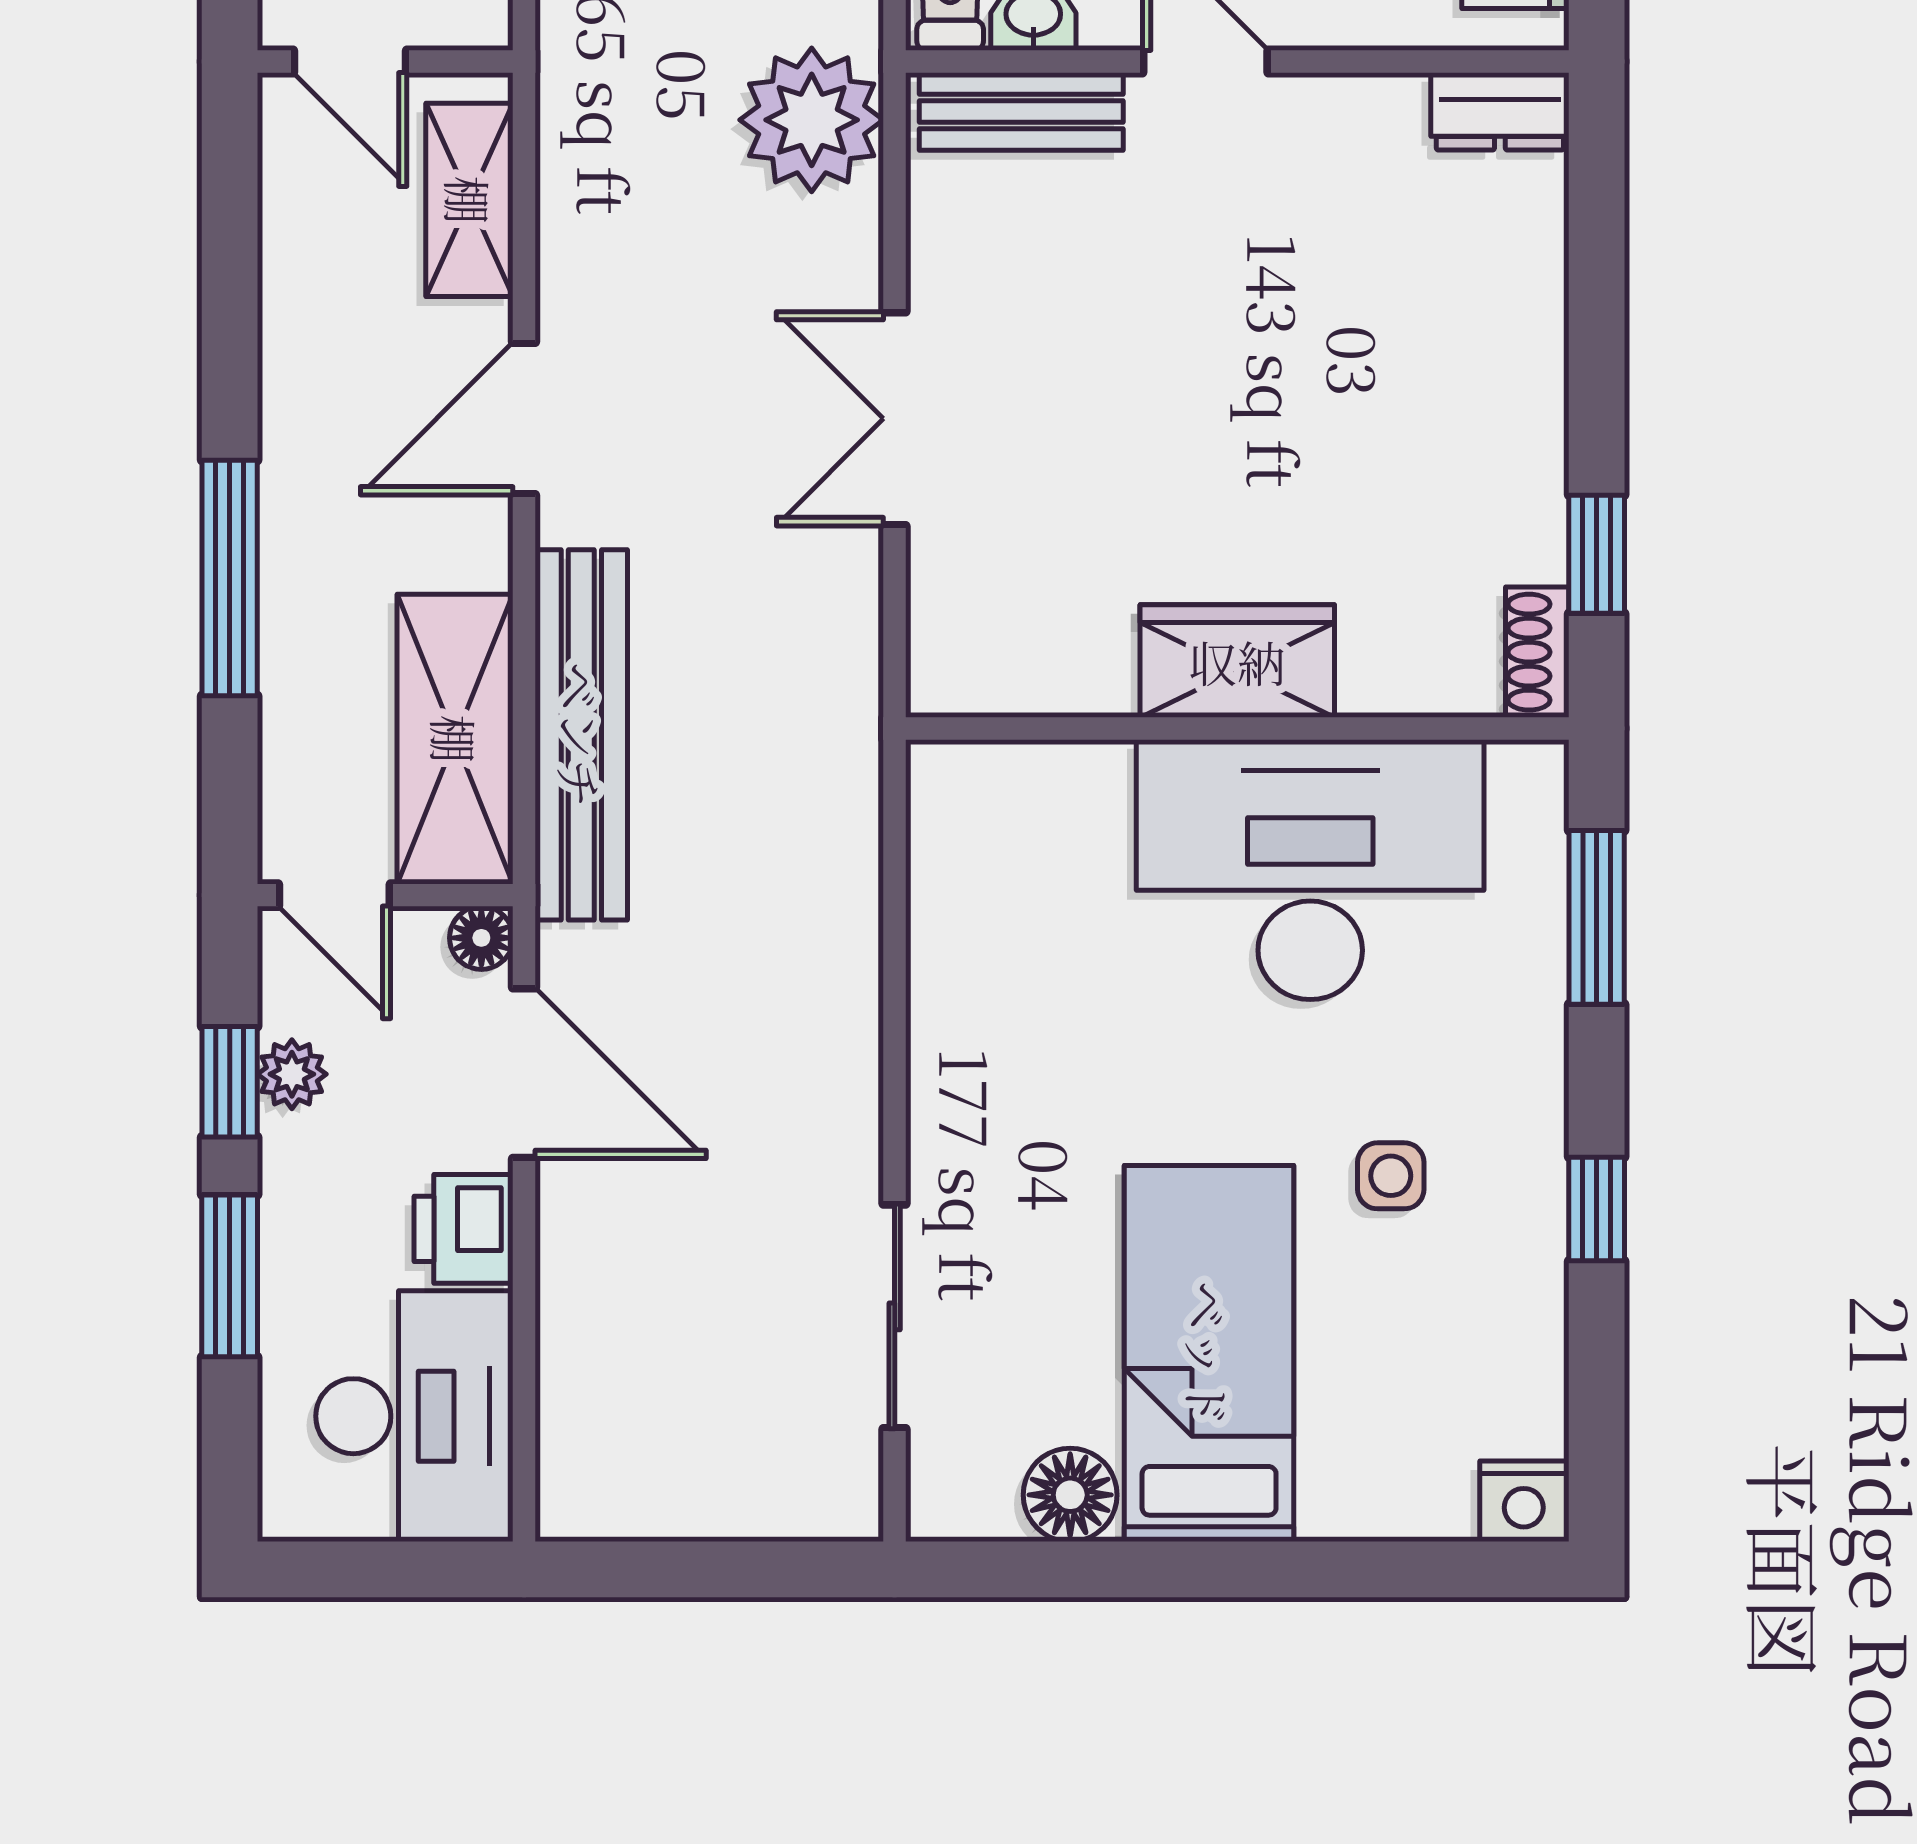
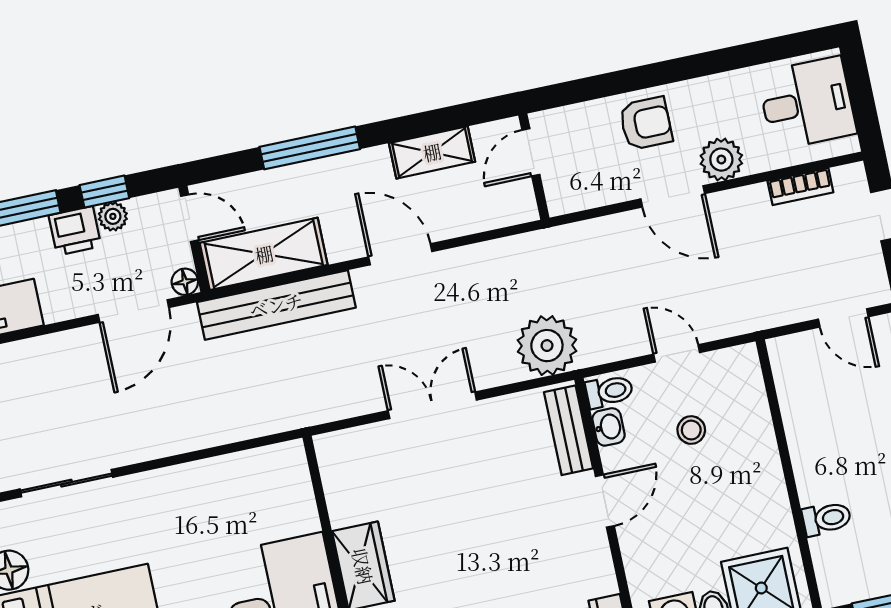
shelving: (469, 200) -> (432, 152), moved
door: (334, 895) -> (190, 218), swing flipped
printer: (464, 1229) -> (75, 231), moved, turned 180

